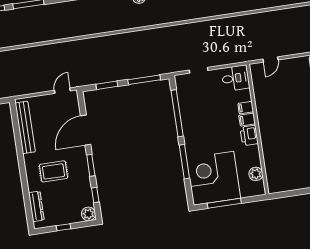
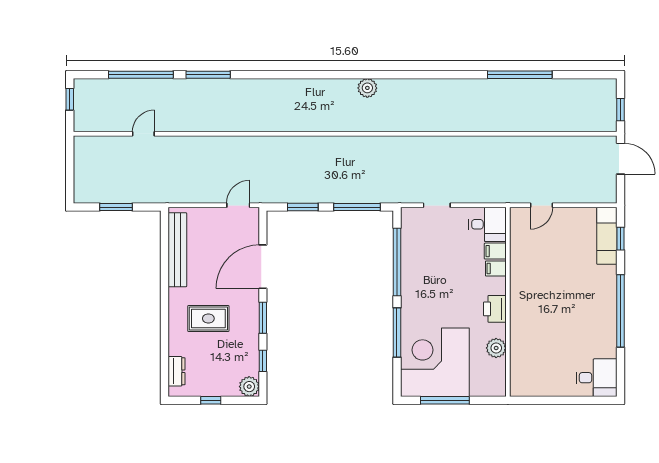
filing cabinet: (247, 120) -> (495, 251), moved
plant: (256, 174) -> (496, 348), moved
dresser: (36, 206) -> (176, 371), width x0.70

